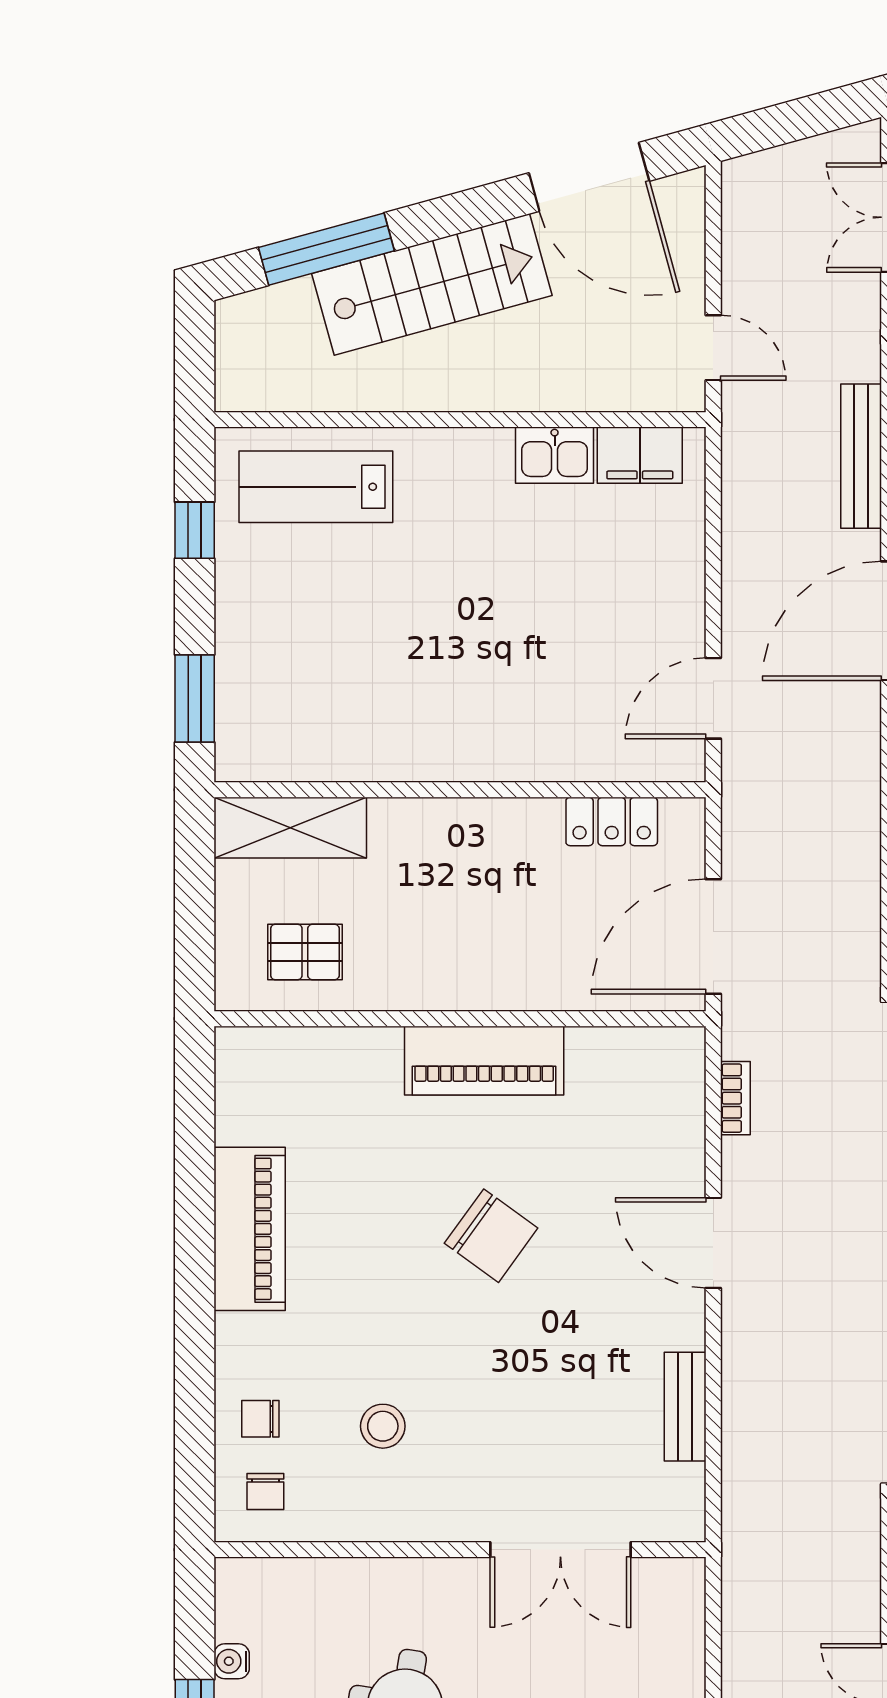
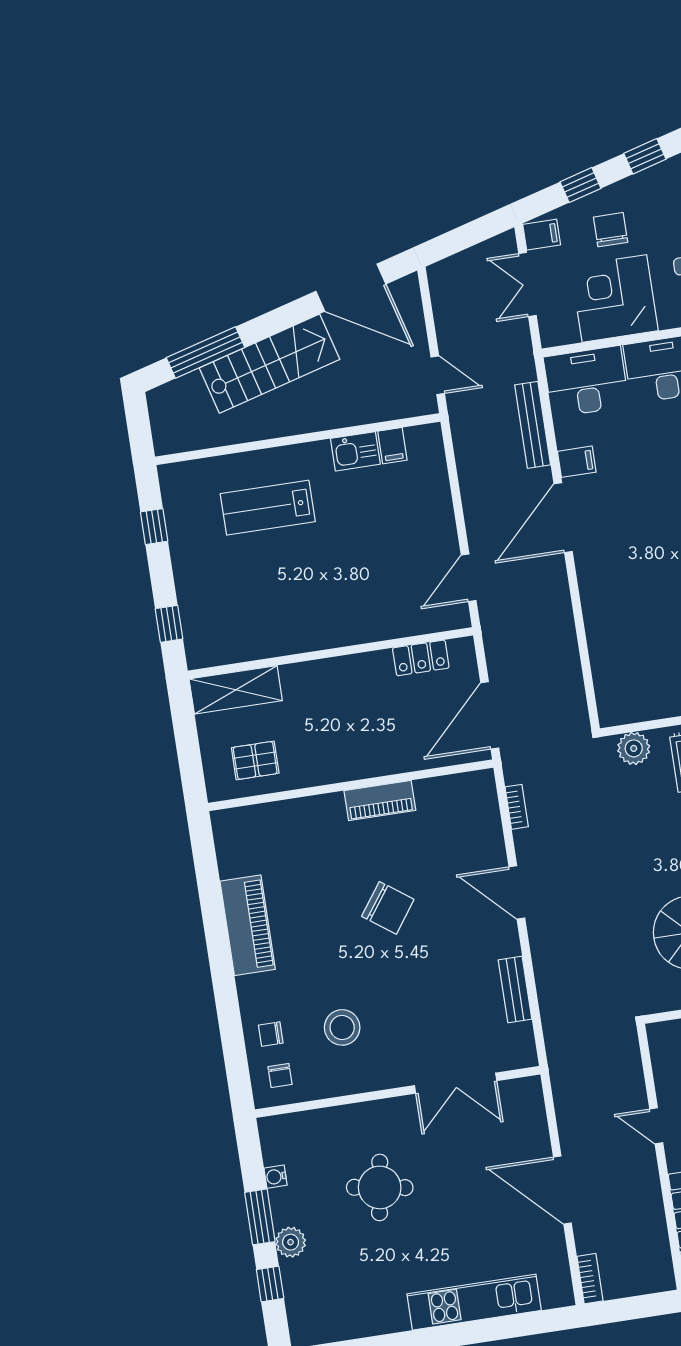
filing cabinet: (640, 455) -> (392, 446), width x0.50
lab bench: (316, 487) -> (268, 508), moved
window: (195, 699) -> (169, 624), width x0.67
piano: (484, 1061) -> (380, 801), width x0.73, depth x0.75
stool: (383, 1426) -> (342, 1027), width x1.38, depth x1.38

